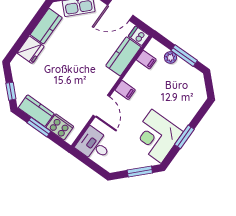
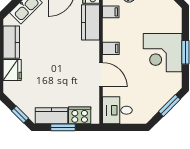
corner desk: (156, 136) -> (163, 53), moved

